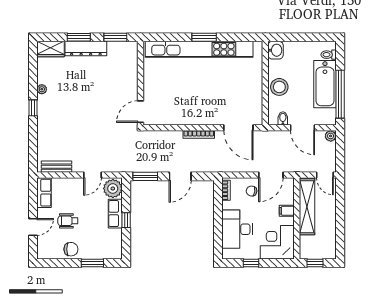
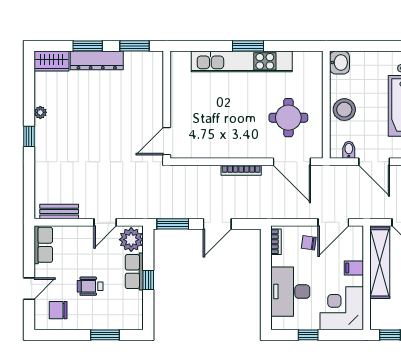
kitchen unit: (199, 49) -> (242, 61), width x0.73
round table: (236, 93) -> (288, 118), added
wheelchair: (68, 221) -> (90, 286), moved
chair: (71, 249) -> (58, 310), moved, turned 180

